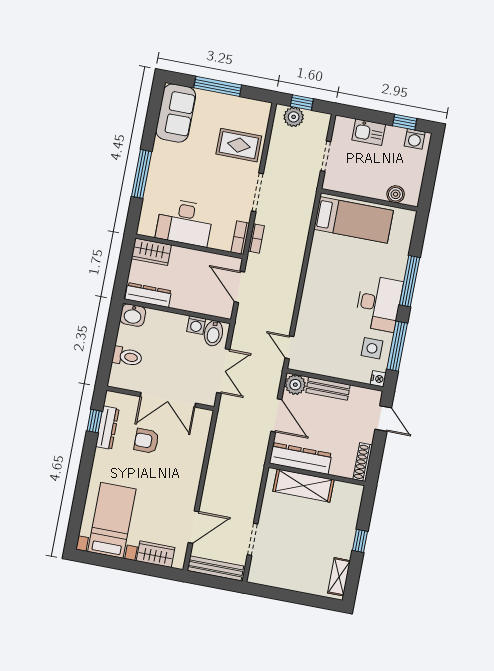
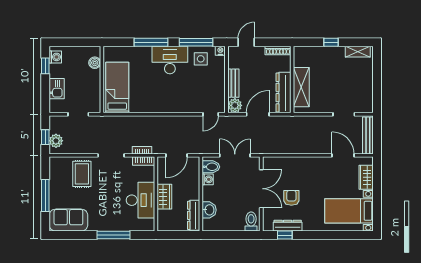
wardrobe: (151, 252) -> (164, 197), moved
washbasin: (133, 315) -> (209, 210), moved
toilet: (127, 357) -> (251, 222), moved
armchair: (146, 441) -> (291, 198), turned 180

